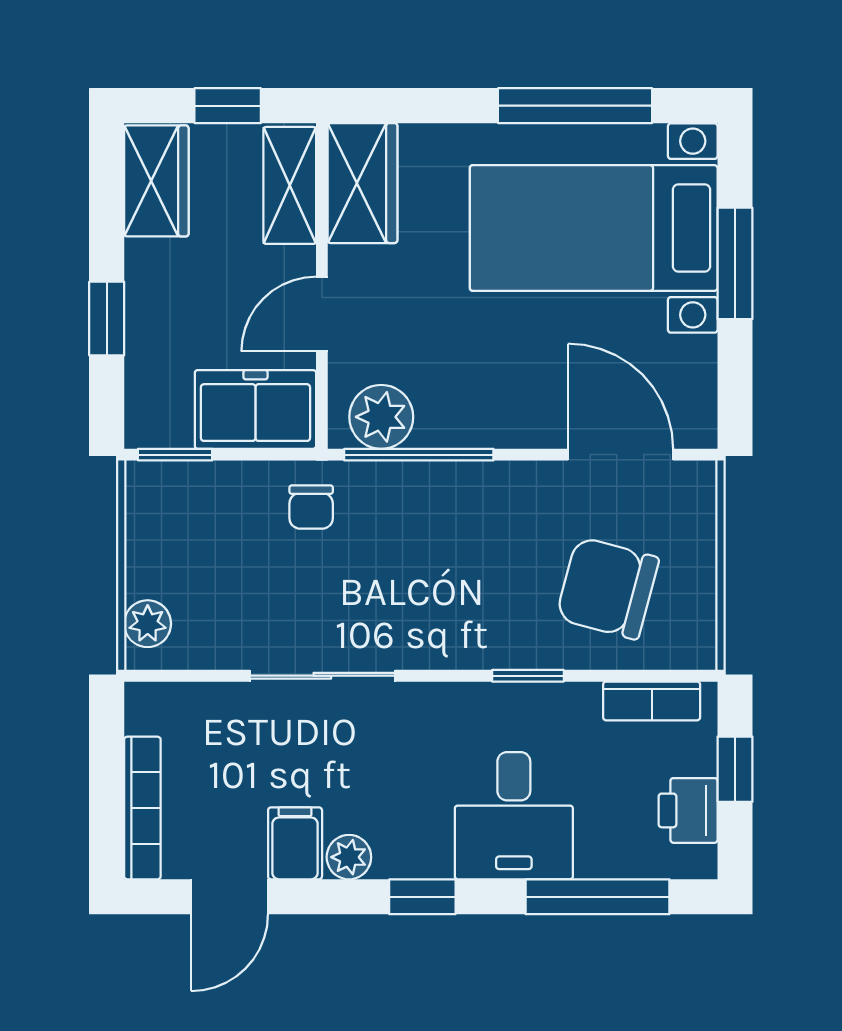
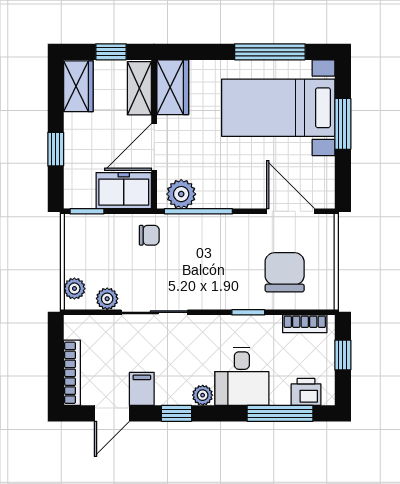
door: (322, 314) -> (154, 147), width x1.38
chair: (311, 507) -> (149, 235), turned -90
chair: (608, 588) -> (285, 272), turned 75
plant: (219, 646) -> (107, 299), added
printer: (688, 810) -> (306, 392), moved, turned 90
plant: (349, 857) -> (203, 395), moved
window: (422, 897) -> (177, 413), moved

